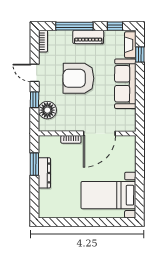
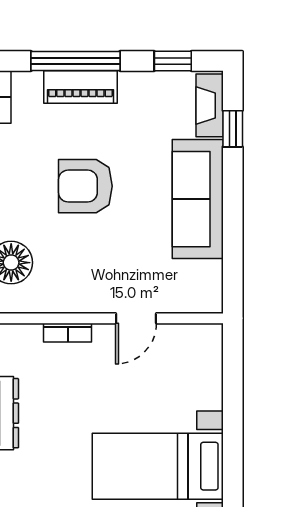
piano: (88, 37) -> (80, 87), moved
armchair: (78, 78) -> (85, 186), width x0.73, depth x0.73
door: (99, 133) -> (136, 318), width x0.53

